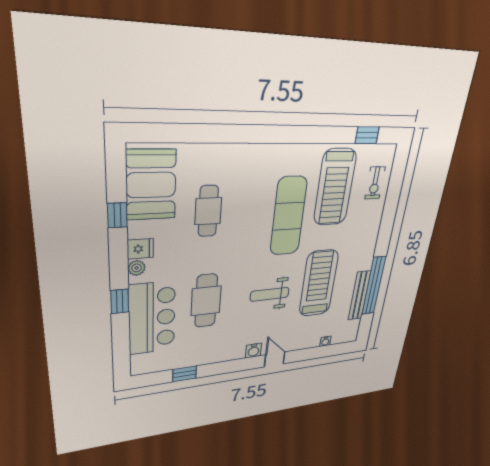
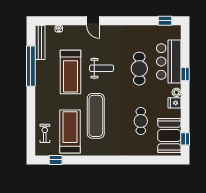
window: (117, 215) -> (185, 139), moved
bench: (359, 296) -> (40, 42), moved
water cooler: (254, 351) -> (108, 30), removed
window: (185, 374) -> (165, 21), moved

